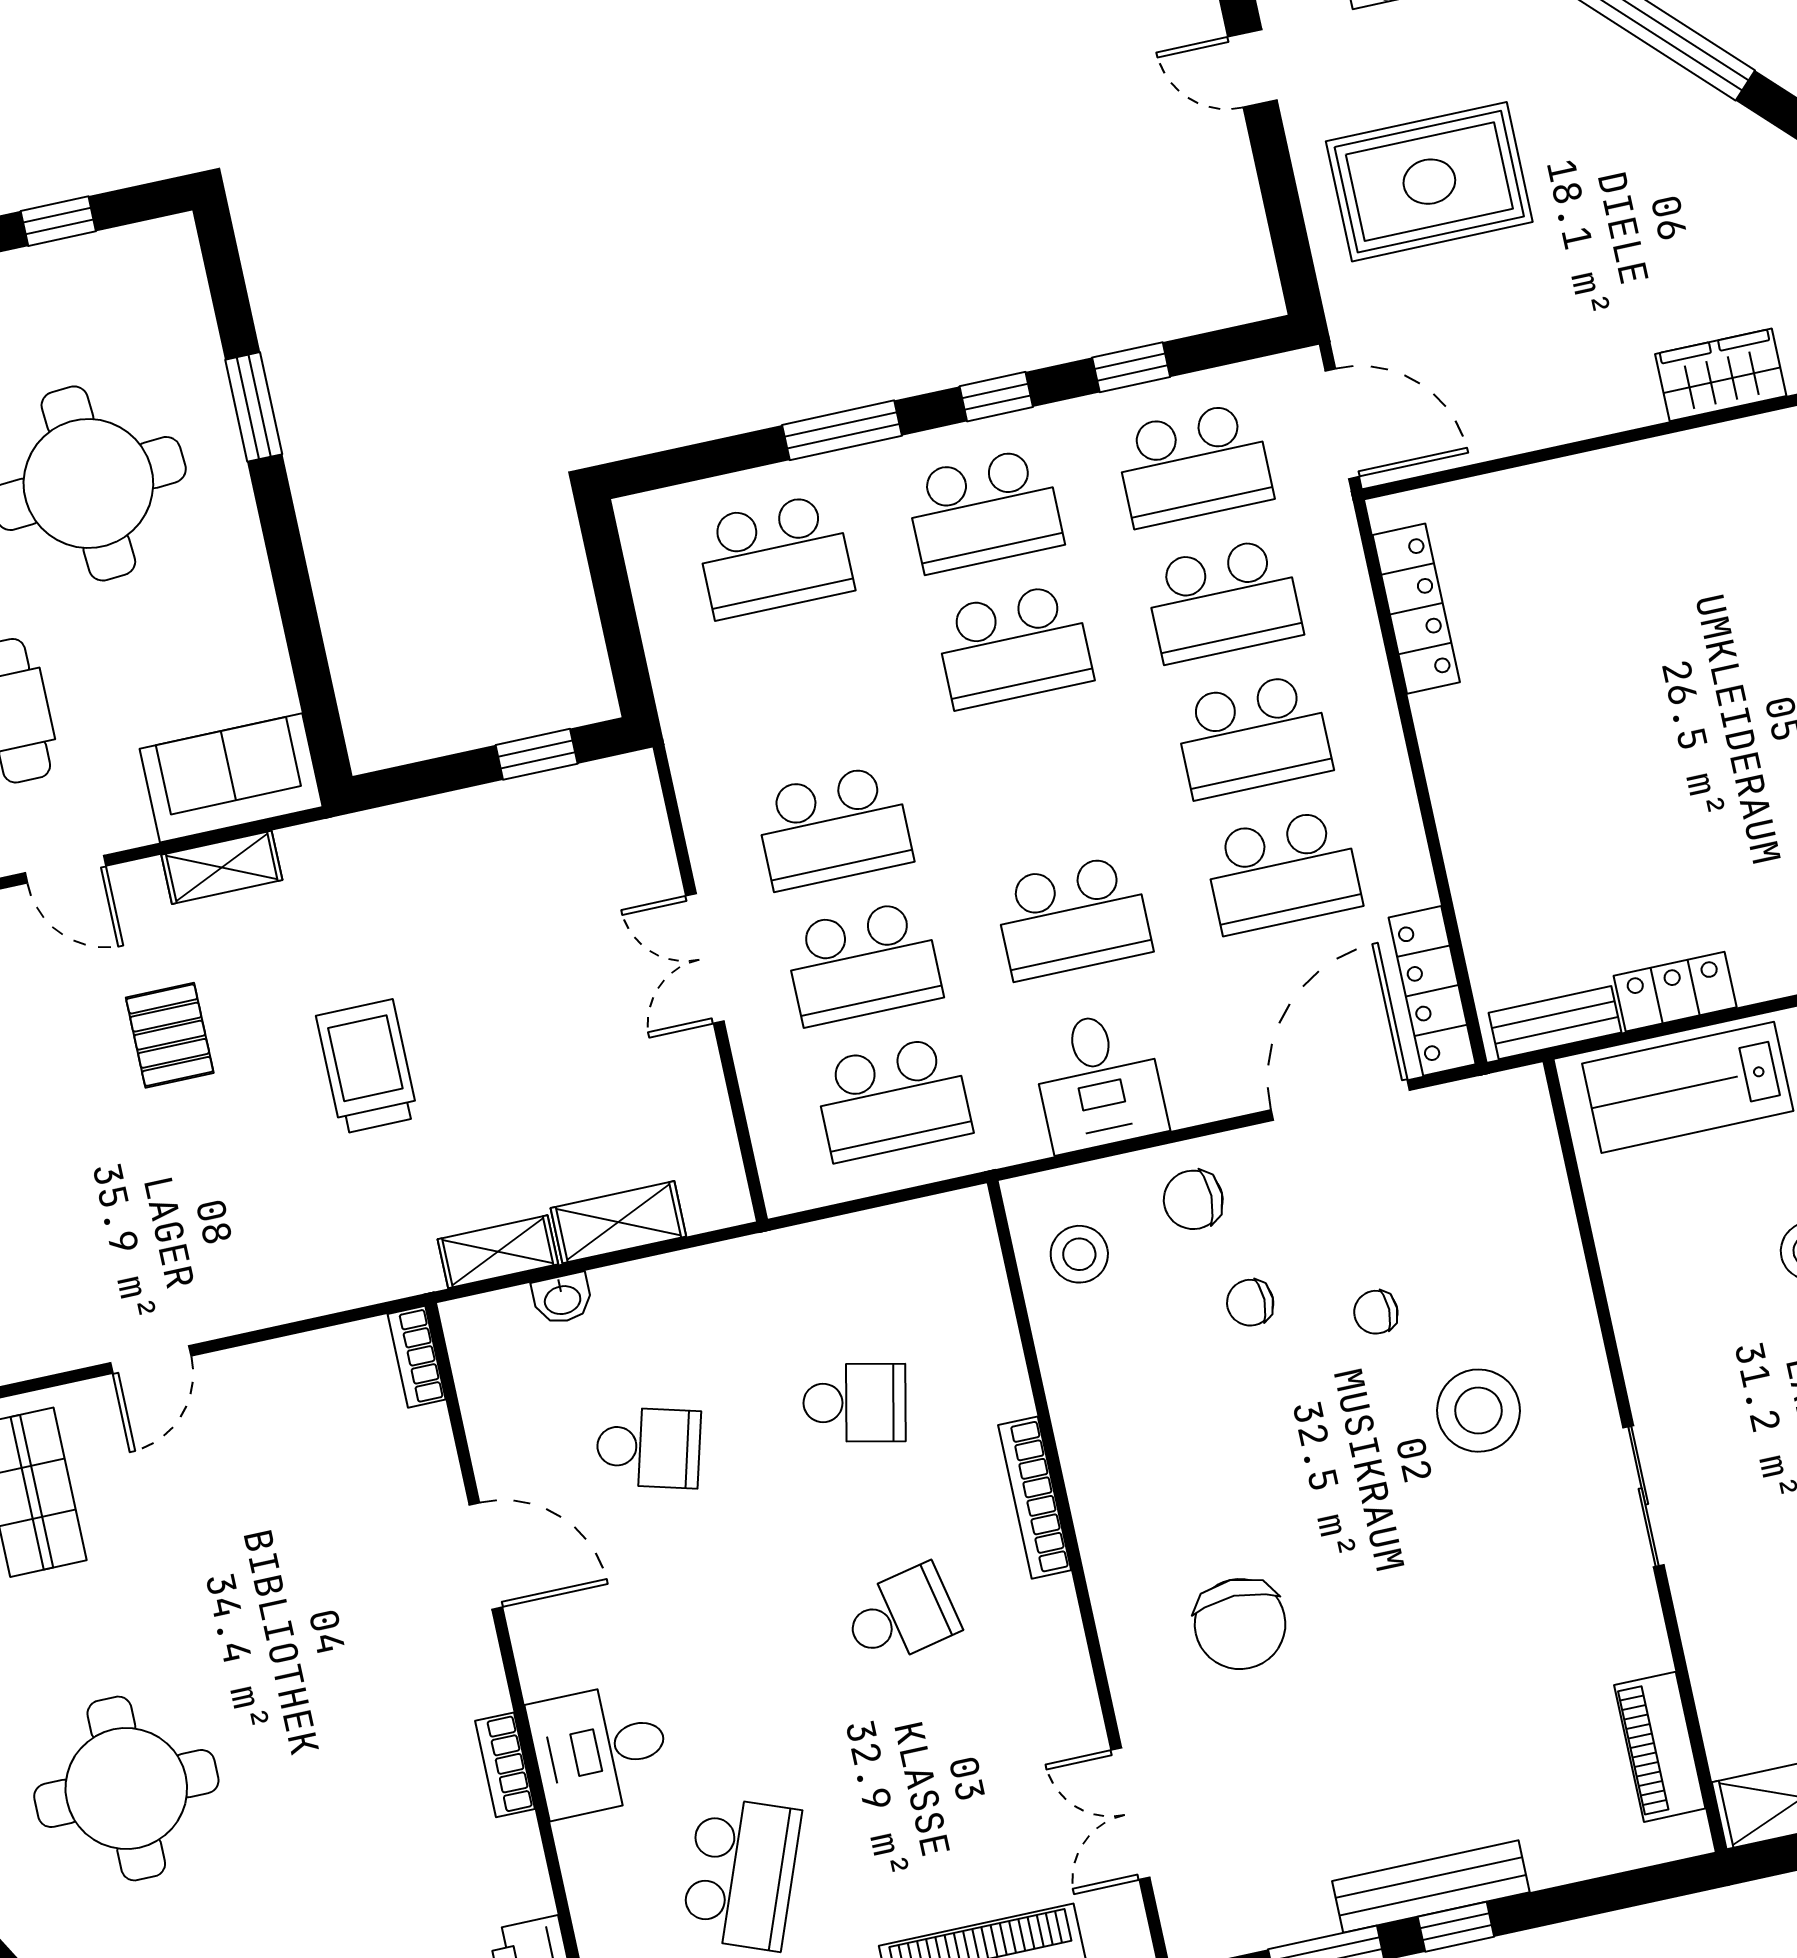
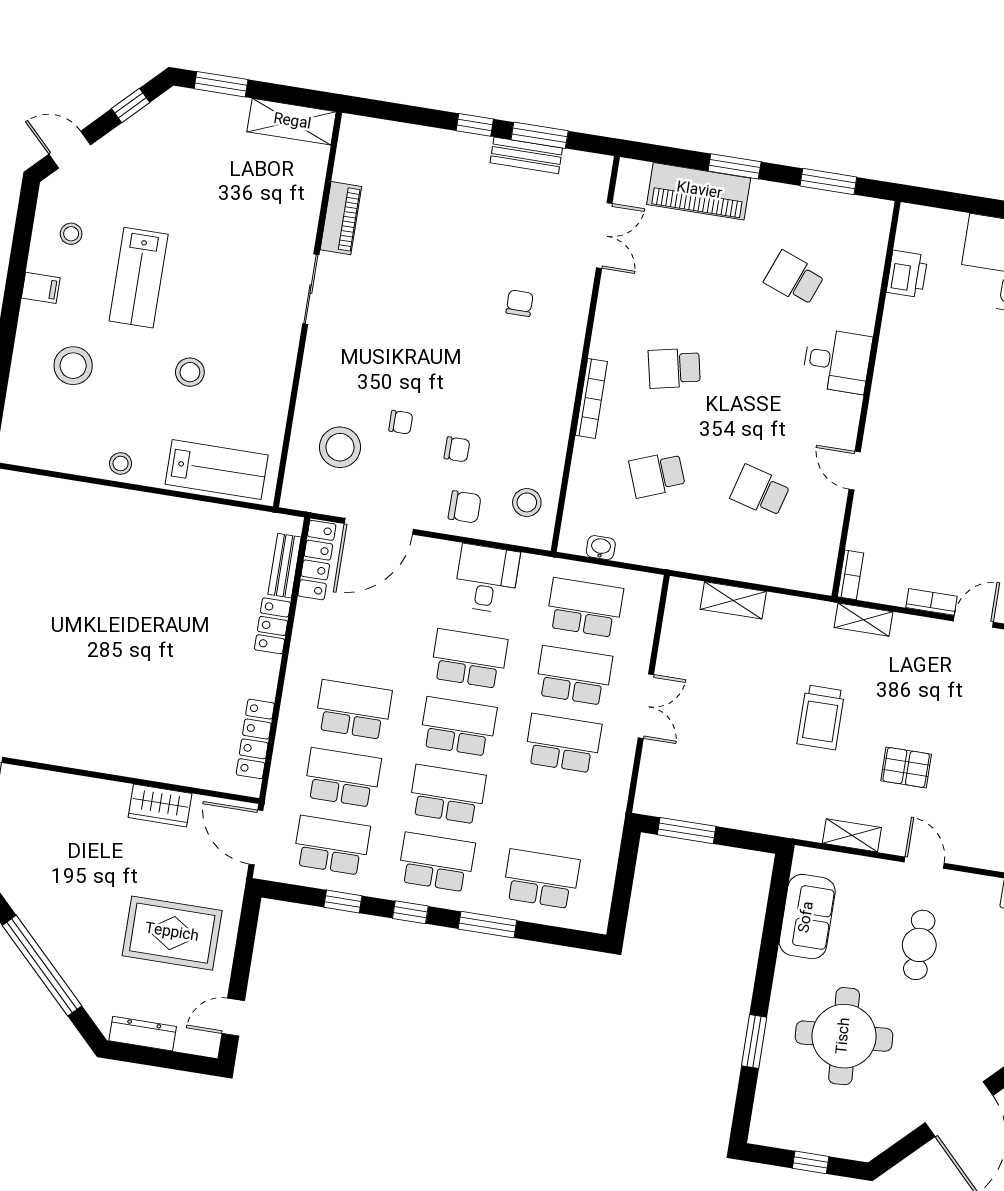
door: (1252, 69) -> (233, 1017), swing flipped
wardrobe: (1721, 375) -> (160, 806), moved
window: (537, 754) -> (687, 831), width x1.50
sofa: (231, 778) -> (807, 917), moved, turned -90
school desk: (1283, 872) -> (458, 726), moved
locker: (1675, 992) -> (273, 626), moved, turned 90
bench: (1555, 1023) -> (285, 566), moved, turned 90
pallet: (170, 1035) -> (906, 767), turned 90
shelving: (498, 1252) -> (864, 620), moved
washbasin: (562, 1299) -> (601, 548), moved
school desk: (855, 1403) -> (657, 475), turned -33
stool: (1478, 1411) -> (340, 447), moved
door: (486, 1556) -> (855, 471), width x0.73
chair: (1240, 1624) -> (520, 303), width x0.54, depth x0.54
piano: (1660, 1747) -> (341, 218), moved
bookcase: (505, 1765) -> (932, 602), moved, turned -90
school desk: (741, 1874) -> (794, 278), width x0.54
bench: (1431, 1887) -> (526, 155), moved, width x0.73

